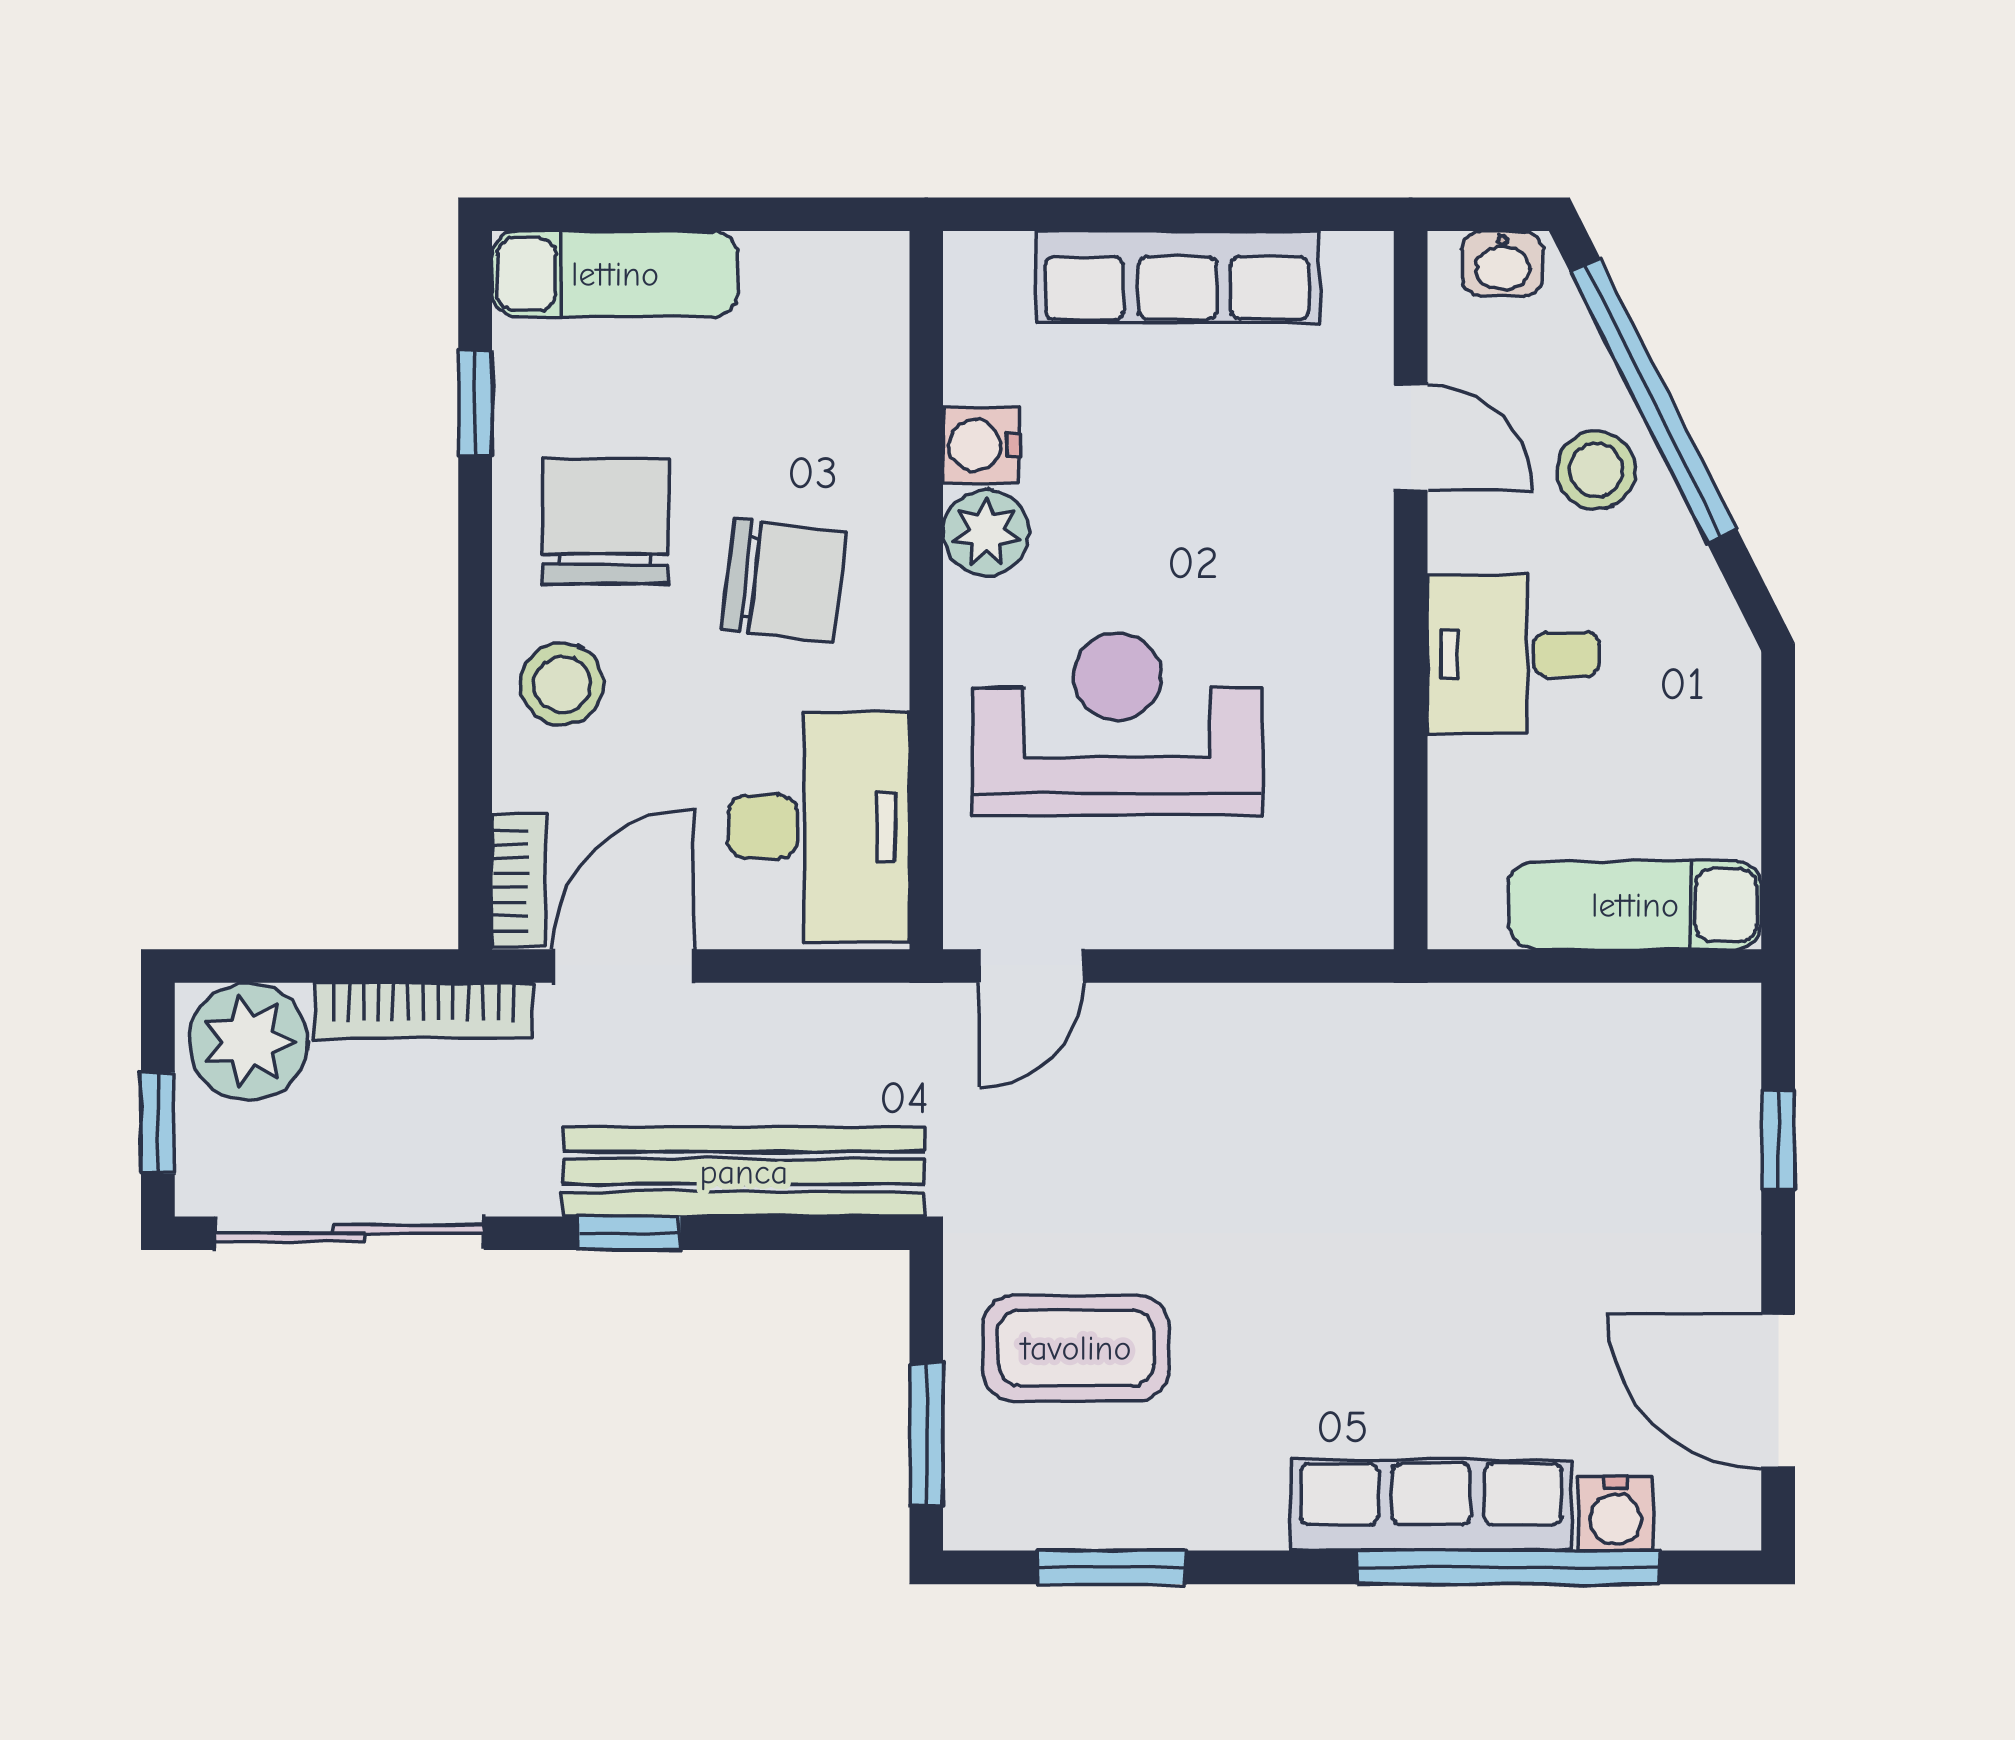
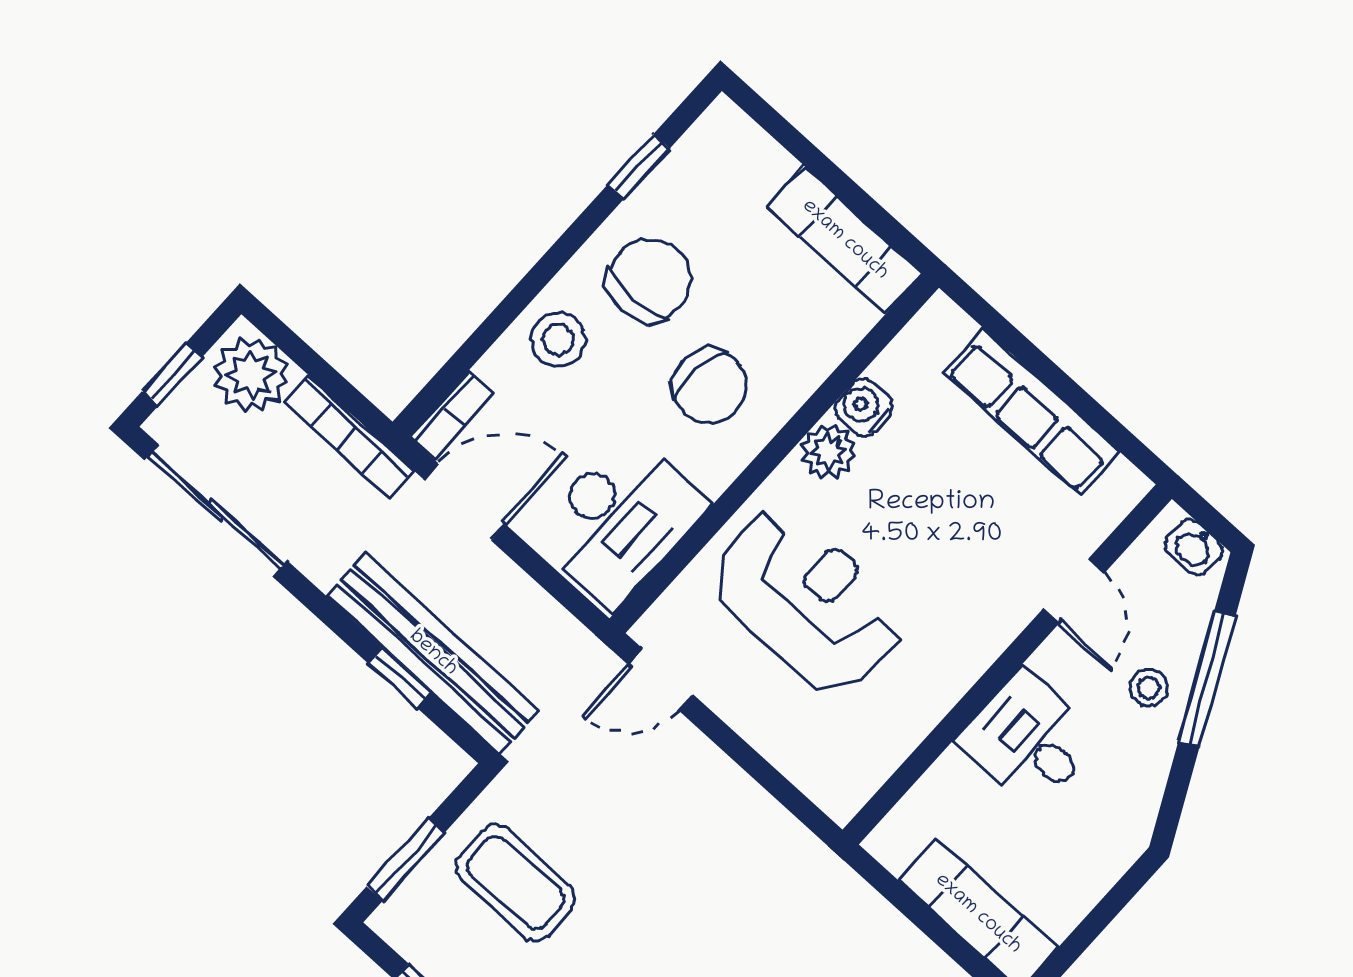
exam couch: (615, 274) -> (845, 240), moved
window: (1654, 401) -> (1207, 679), width x0.68
stool: (1596, 470) -> (1149, 688), width x0.73, depth x0.73
window: (629, 1233) -> (400, 678), moved

